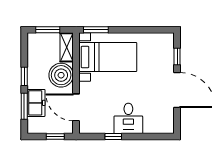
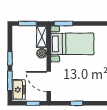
boiler: (61, 75) -> (42, 53), width x0.54, depth x0.54
freezer: (36, 103) -> (19, 90), moved
desk: (128, 118) -> (88, 90), removed

